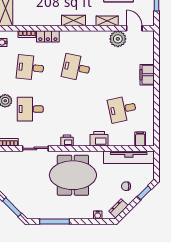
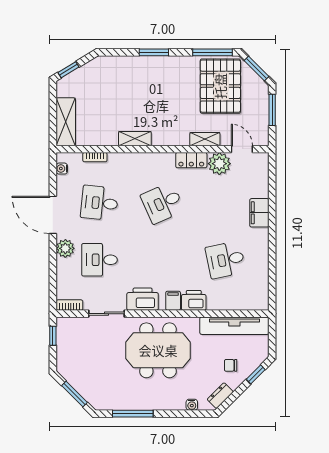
shelving: (74, 21) -> (135, 139), moved
locker: (48, 36) -> (191, 160), moved
desk: (76, 68) -> (163, 203), turned -36
filing cabinet: (140, 139) -> (173, 301), moved
printer: (67, 141) -> (143, 299), width x1.87, depth x1.48

